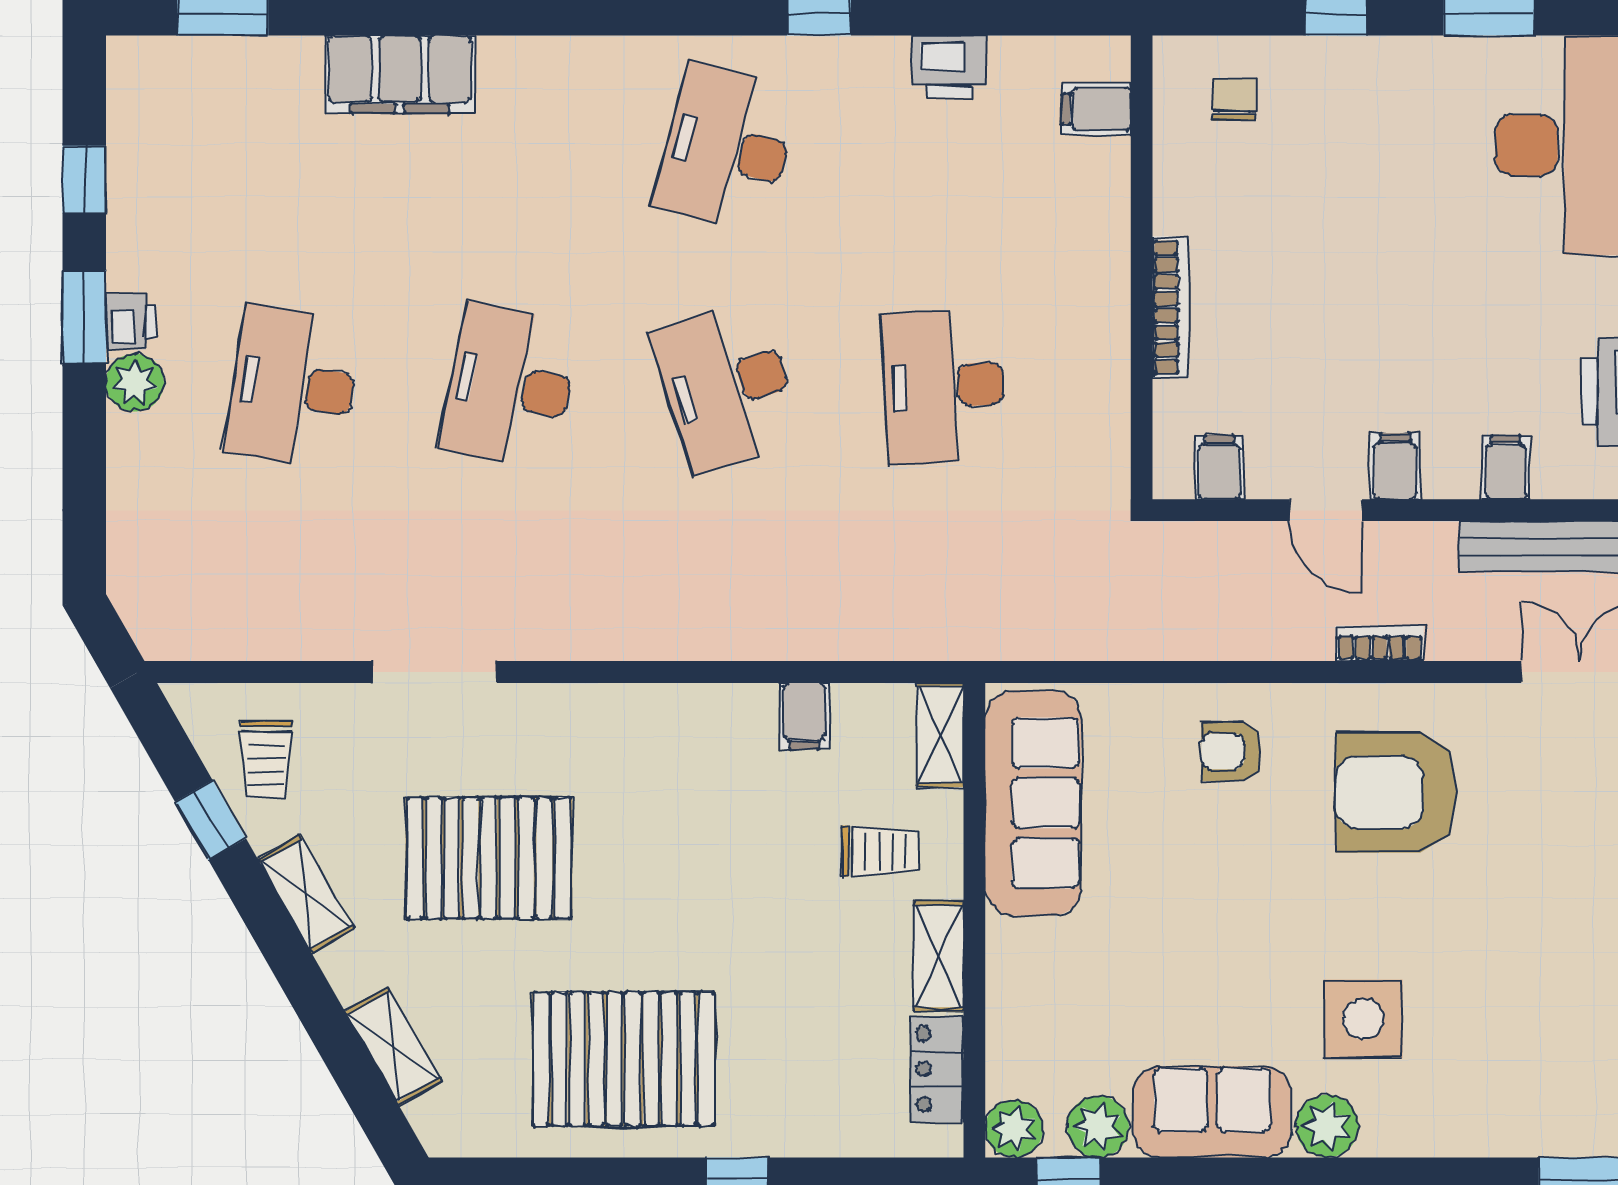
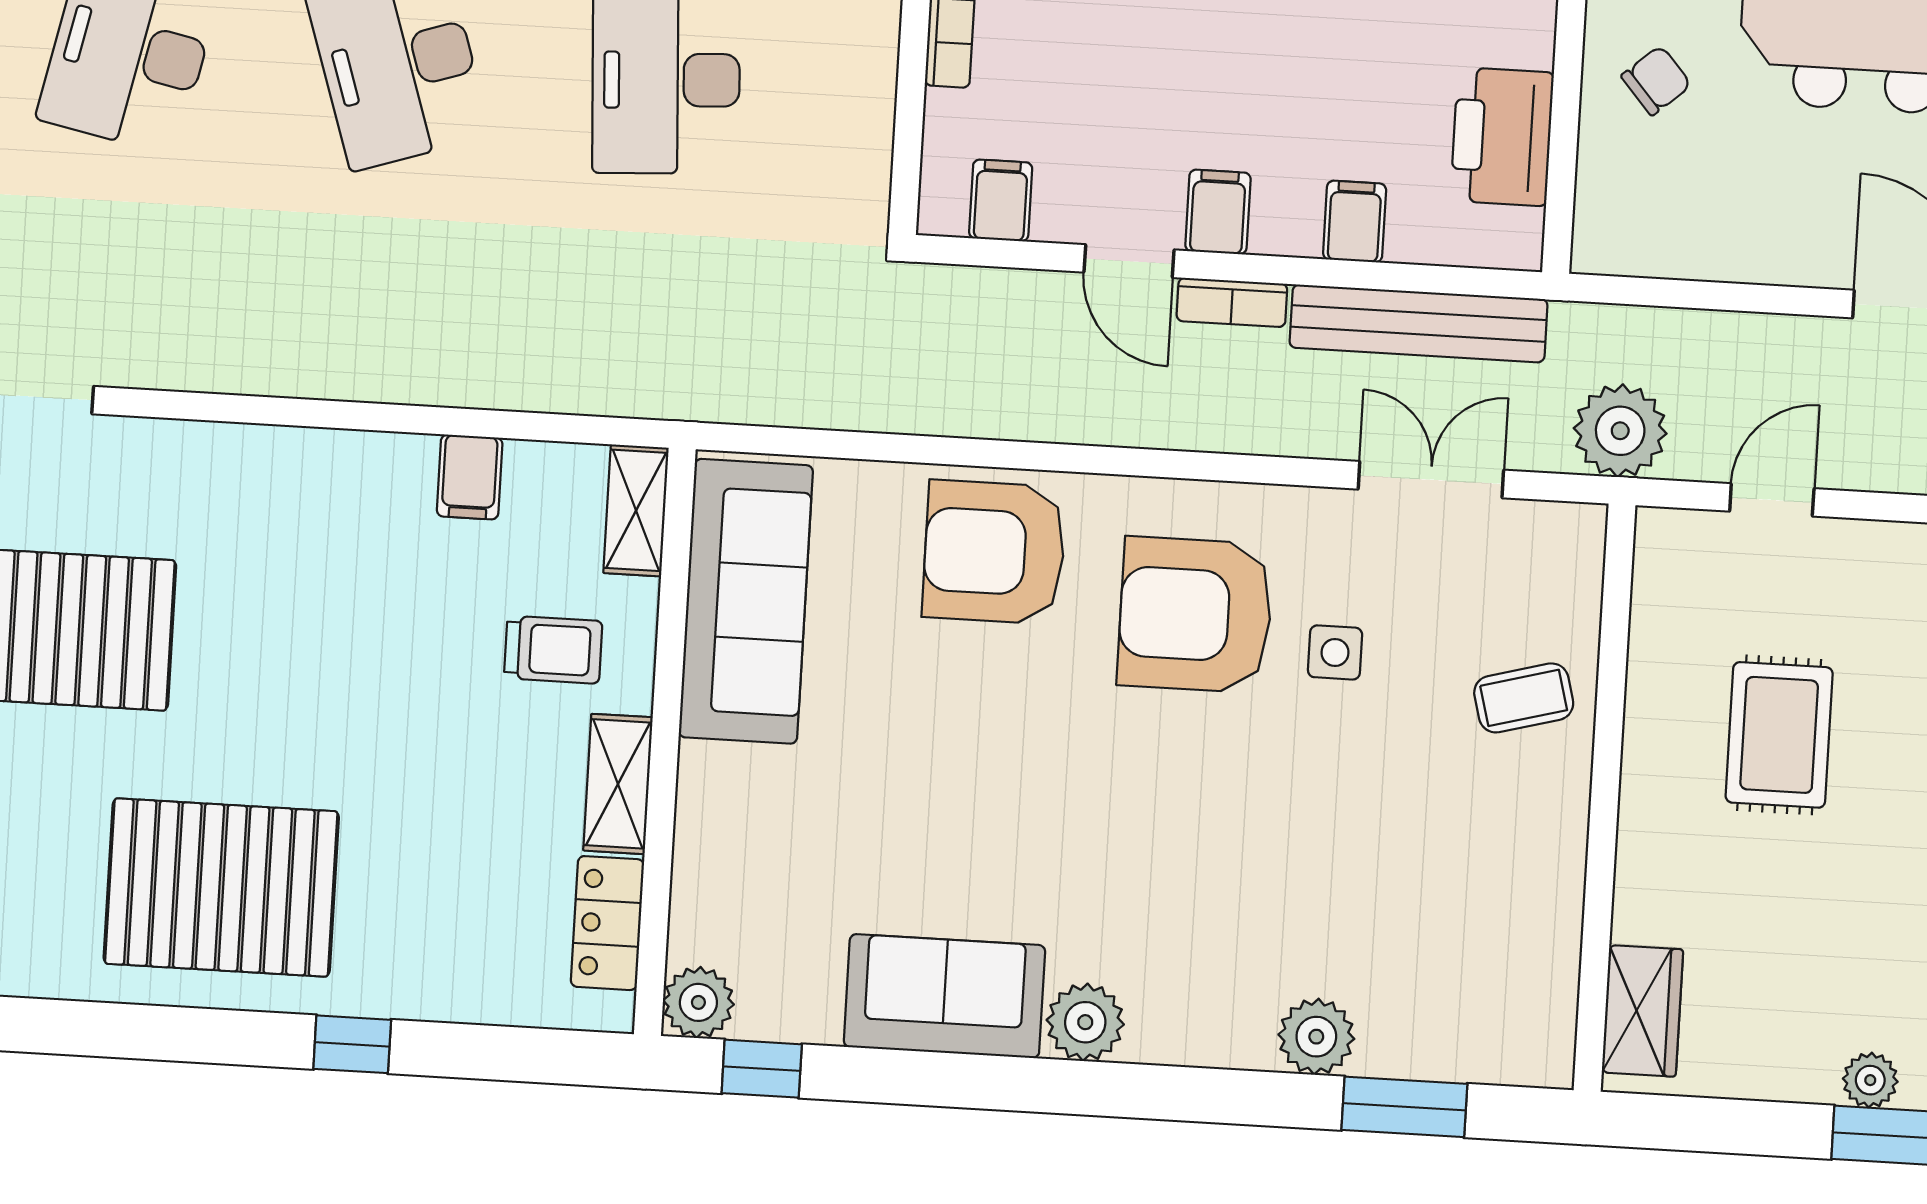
bookcase: (1380, 644) -> (1232, 302), moved, turned 180
armchair: (1231, 751) -> (994, 552), width x1.88, depth x1.88
side table: (1363, 1019) -> (1335, 652), moved, width x0.54, depth x0.54
plant: (1098, 1127) -> (1316, 1037), moved

